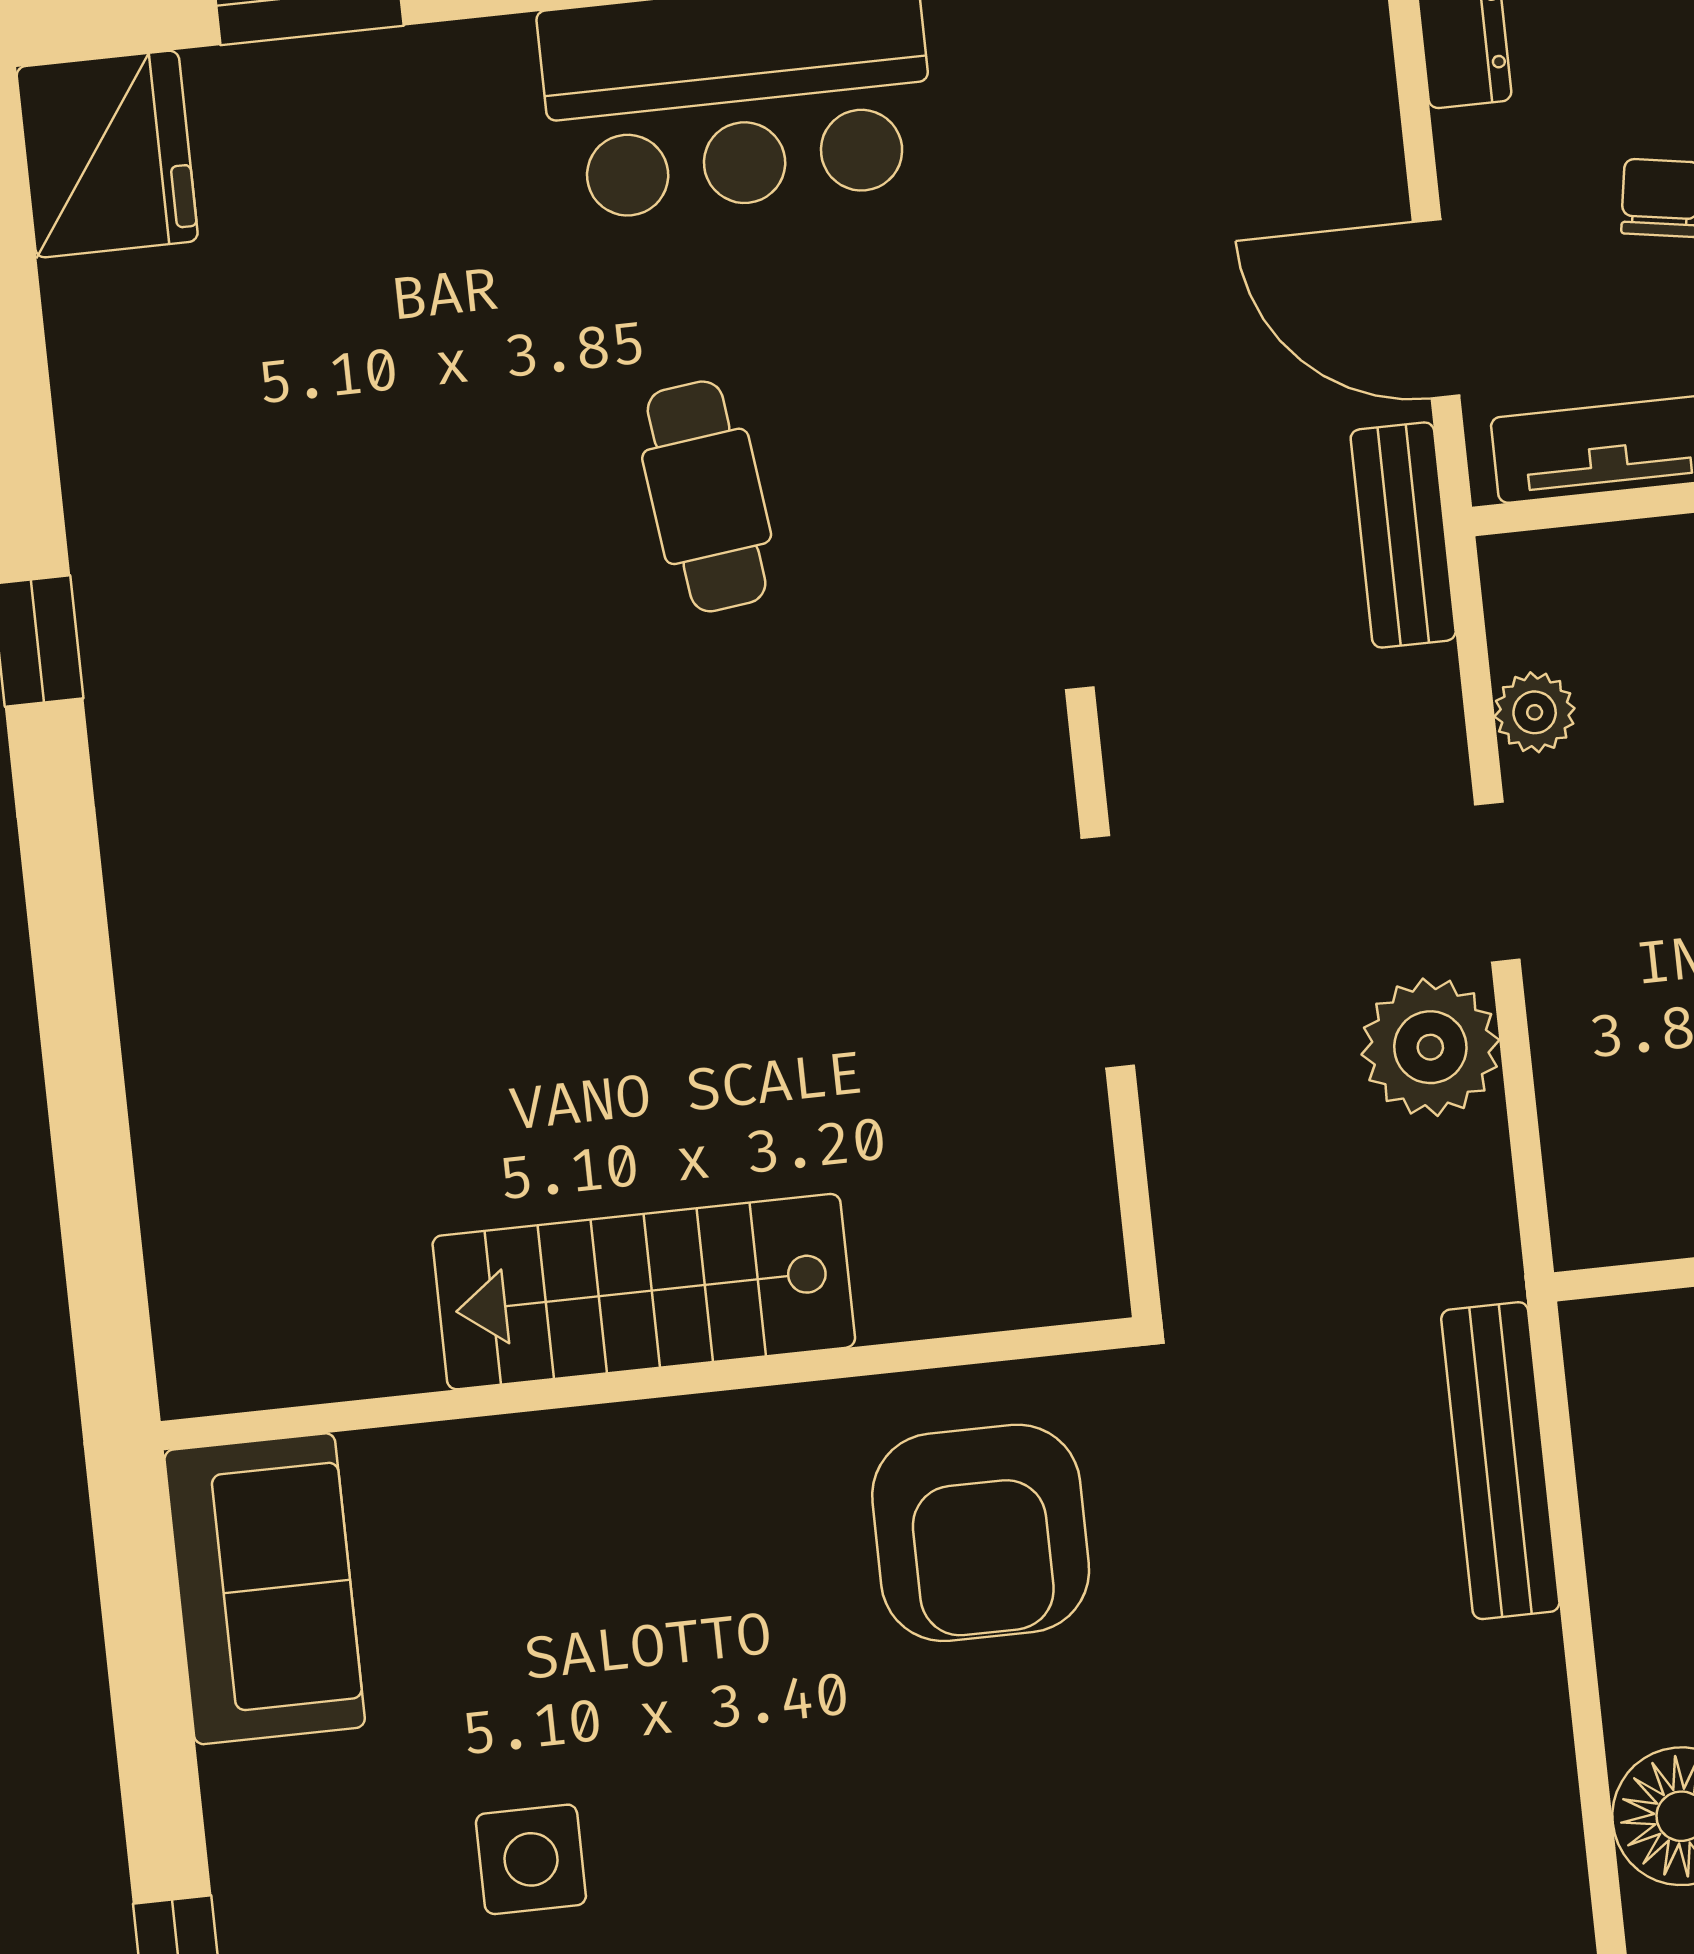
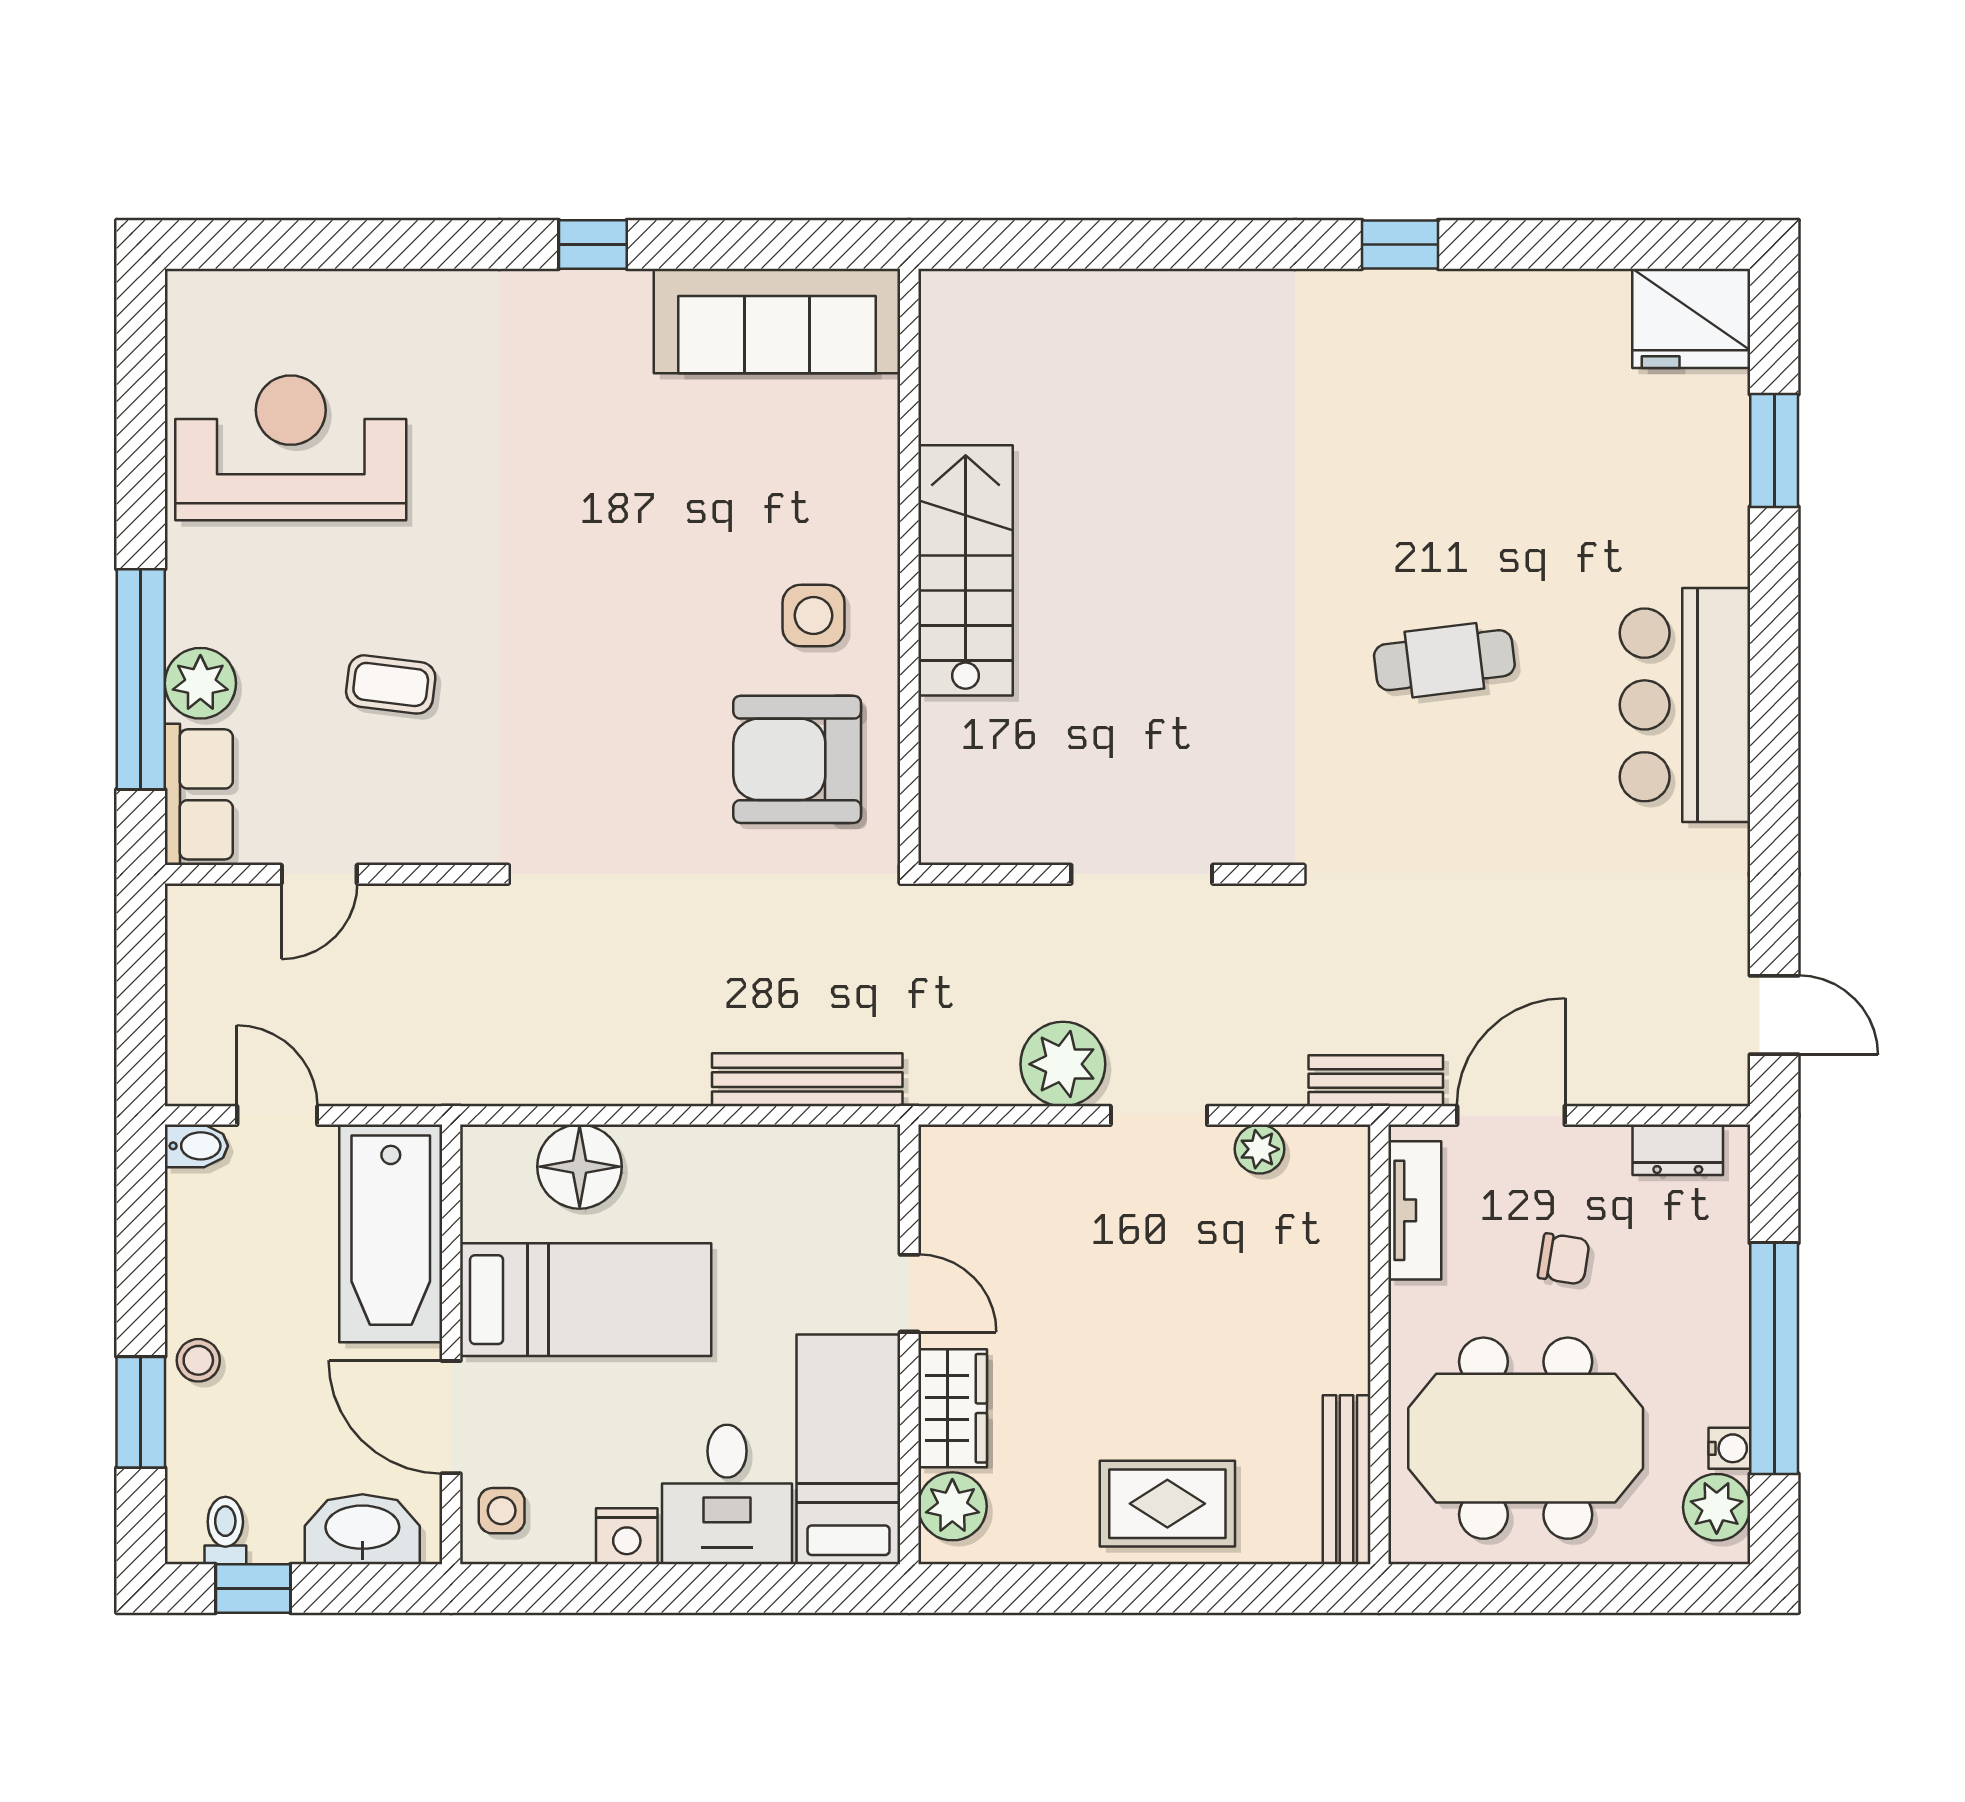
sofa: (265, 1589) -> (777, 321), width x1.36
side table: (531, 1859) -> (813, 615), moved

